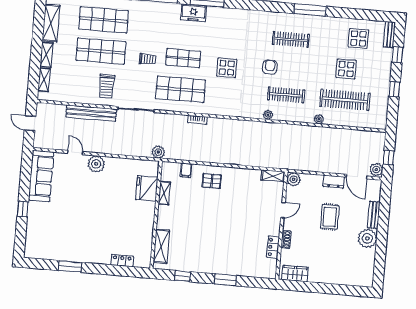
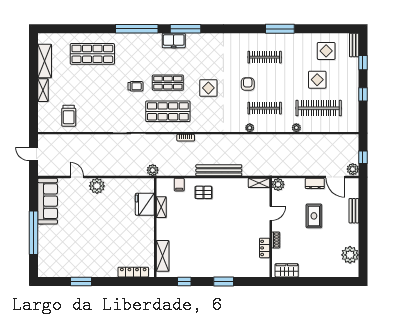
shop shelf: (101, 51) -> (92, 83), removed
shelving: (44, 80) -> (43, 113), removed
trolley: (107, 86) -> (69, 116), moved
bench: (91, 113) -> (219, 170), moved
window: (23, 209) -> (33, 233), width x3.17
plant: (367, 238) -> (350, 255), moved
locker: (122, 261) -> (133, 272), width x1.53

